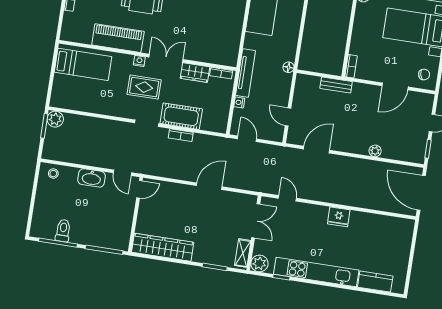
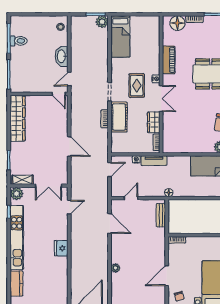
floor lamp: (72, 22) -> (177, 23), added
piano: (118, 38) -> (169, 60), width x0.73, depth x0.75
bed: (83, 64) -> (120, 37), moved
tv unit: (245, 73) -> (154, 161), width x0.71
bench: (336, 85) -> (161, 215), moved
door: (395, 86) -> (167, 276), hinge flipped

